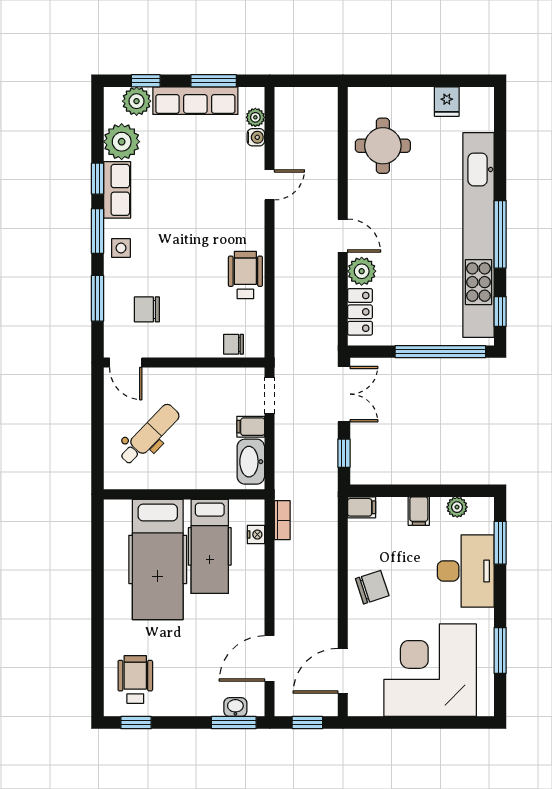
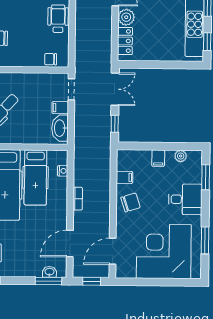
window: (440, 352) -> (172, 65), removed
filing cabinet: (362, 507) -> (124, 177), moved
bookcase: (282, 520) -> (78, 199), moved
desk: (466, 571) -> (185, 199), width x0.73

